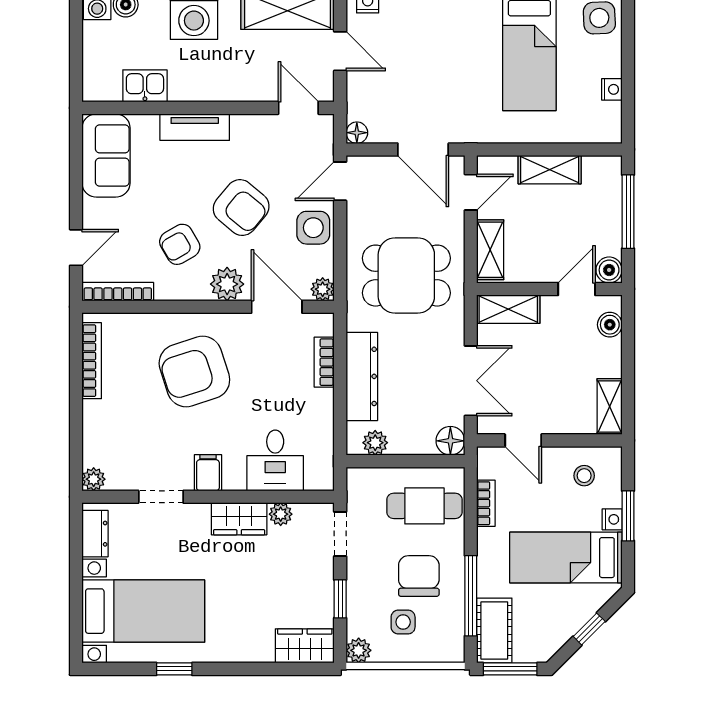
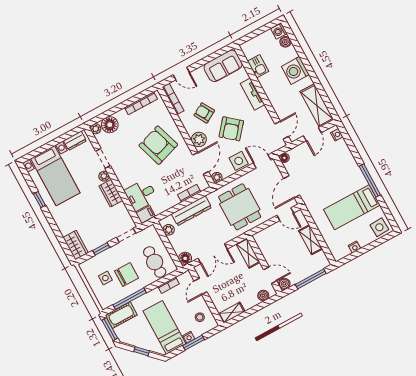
shelving: (490, 250) -> (267, 234), removed
floor lamp: (101, 446) -> (110, 125), added
filing cabinet: (208, 473) -> (145, 214), moved
plant: (281, 514) -> (104, 176), moved
plant: (359, 650) -> (85, 267), removed

